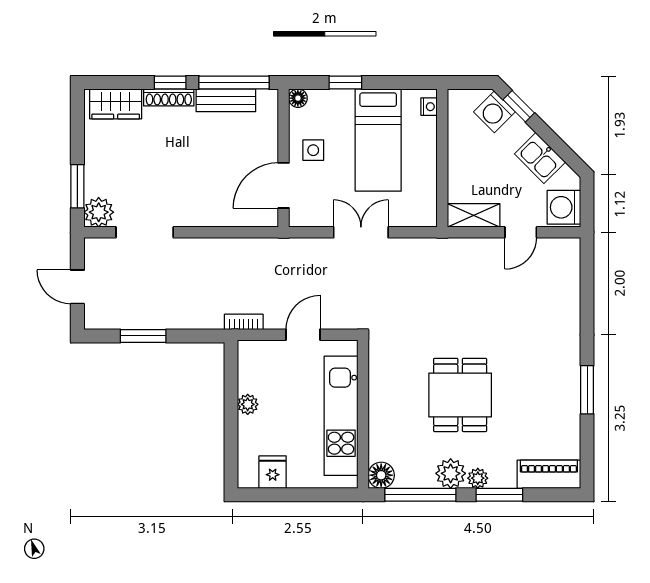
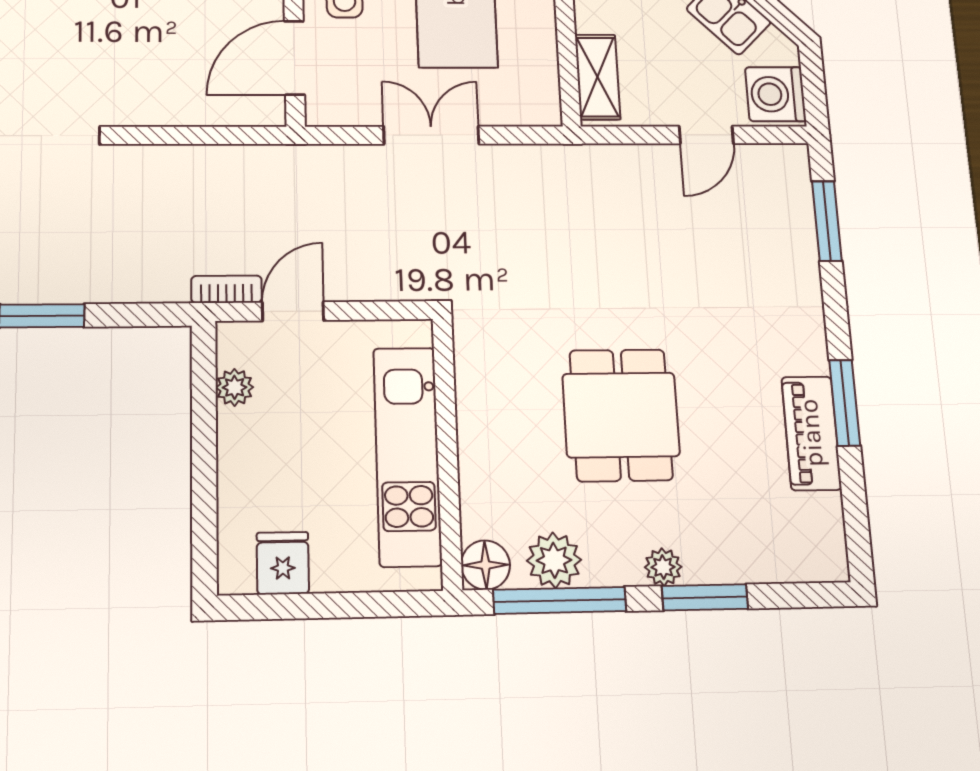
shelving: (474, 215) -> (598, 77), moved, turned 90
window: (587, 284) -> (827, 221), added
door: (303, 335) -> (293, 311), moved
plant: (248, 404) -> (235, 387), moved
plant: (451, 473) -> (554, 560), moved
piano: (549, 474) -> (811, 433), moved, turned -90

